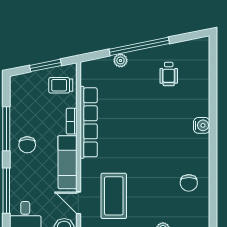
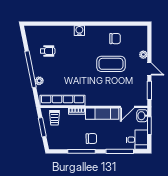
row of seats: (89, 122) -> (63, 100), moved
coffee table: (114, 196) -> (111, 64), moved

